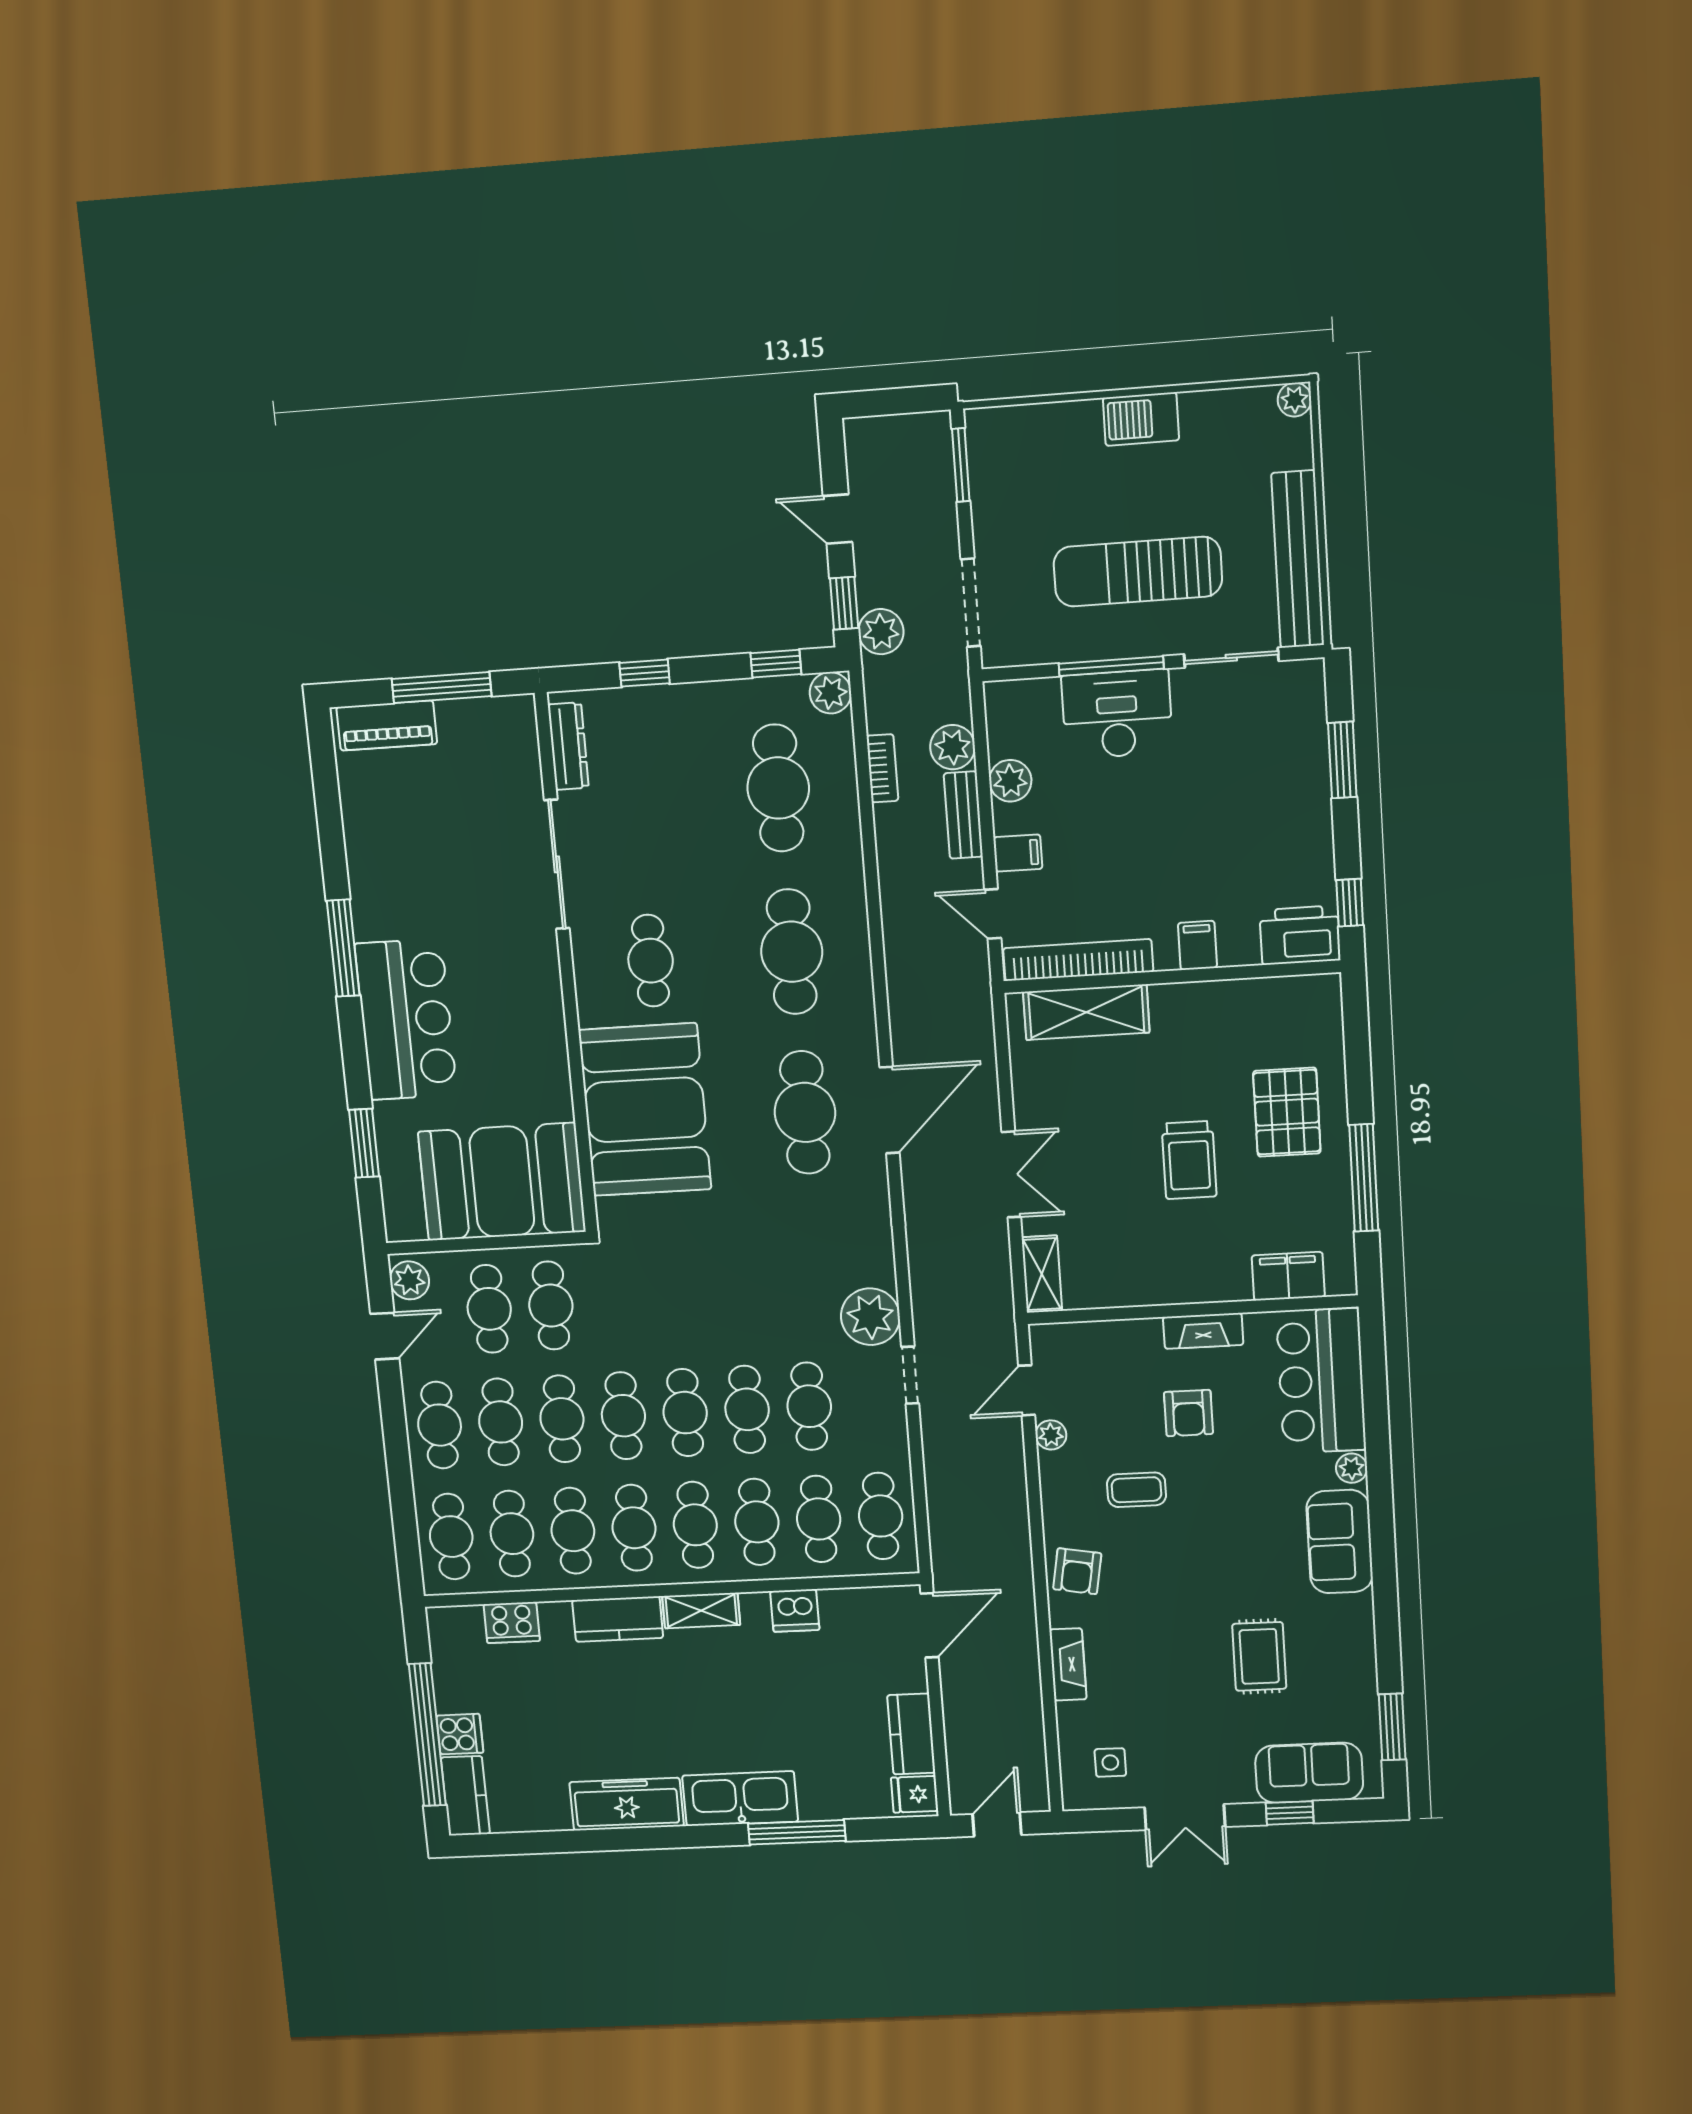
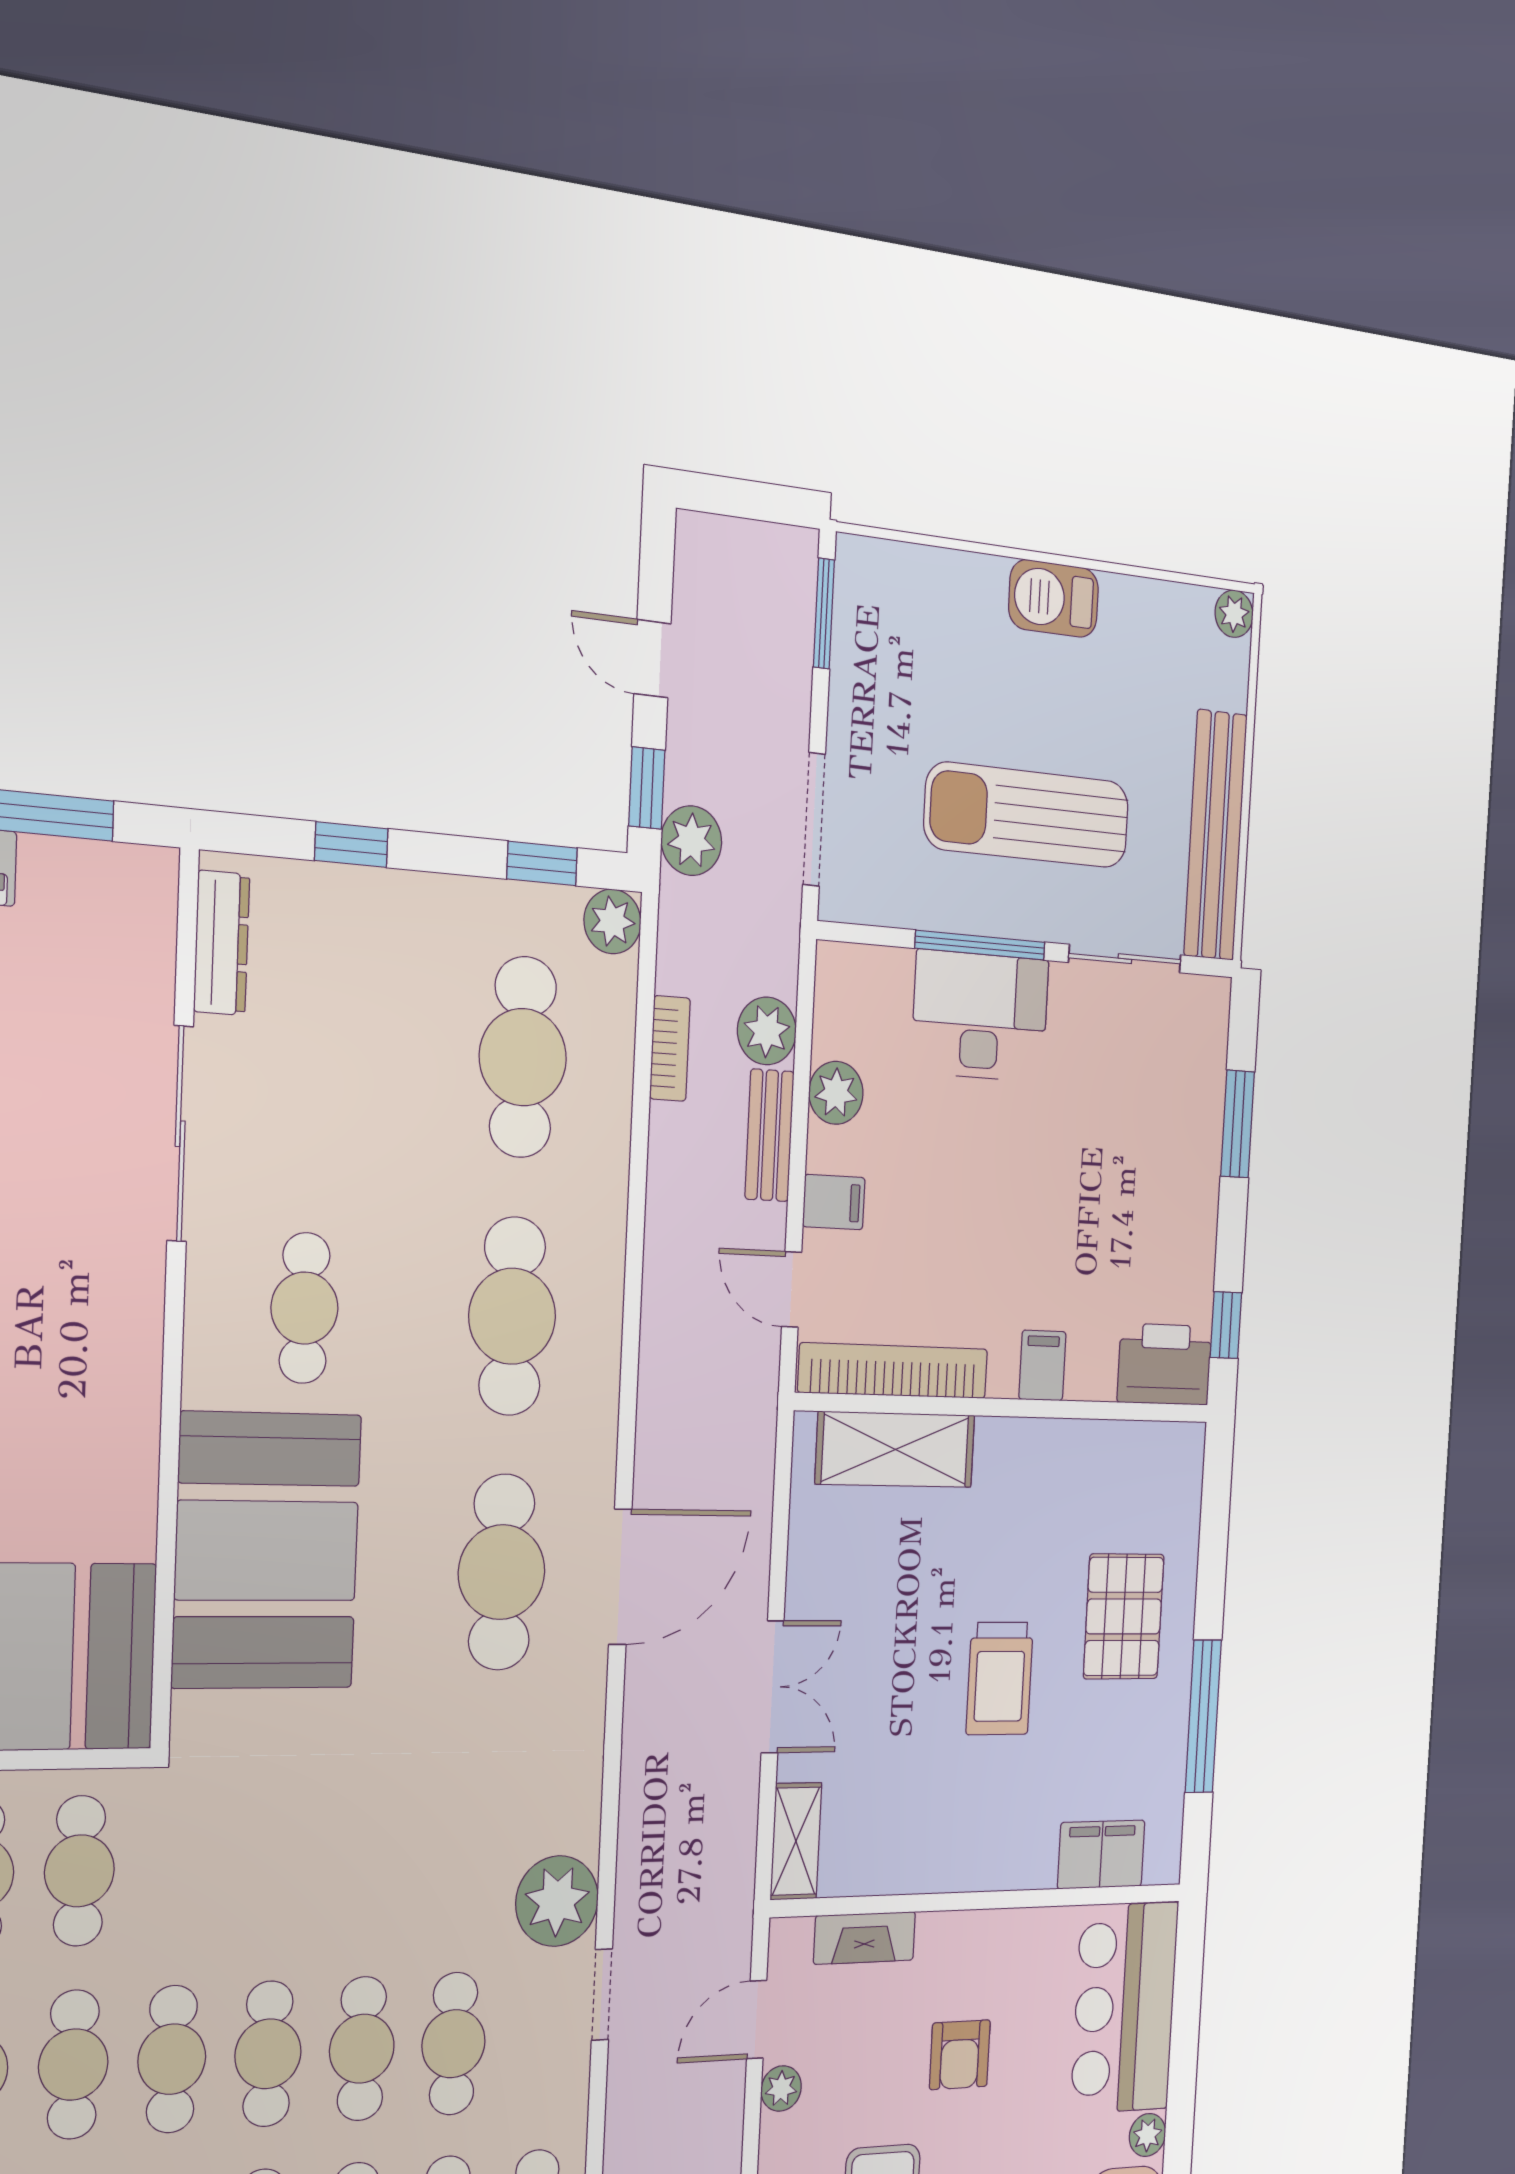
fireplace: (1203, 1331) -> (865, 1938), moved

